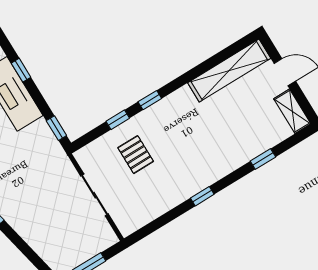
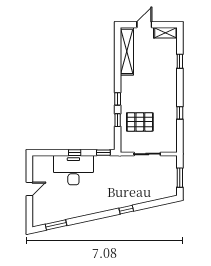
window: (21, 70) -> (75, 153), moved
pallet: (136, 155) -> (140, 122), width x1.50, depth x1.42
window: (202, 196) -> (180, 113), moved

